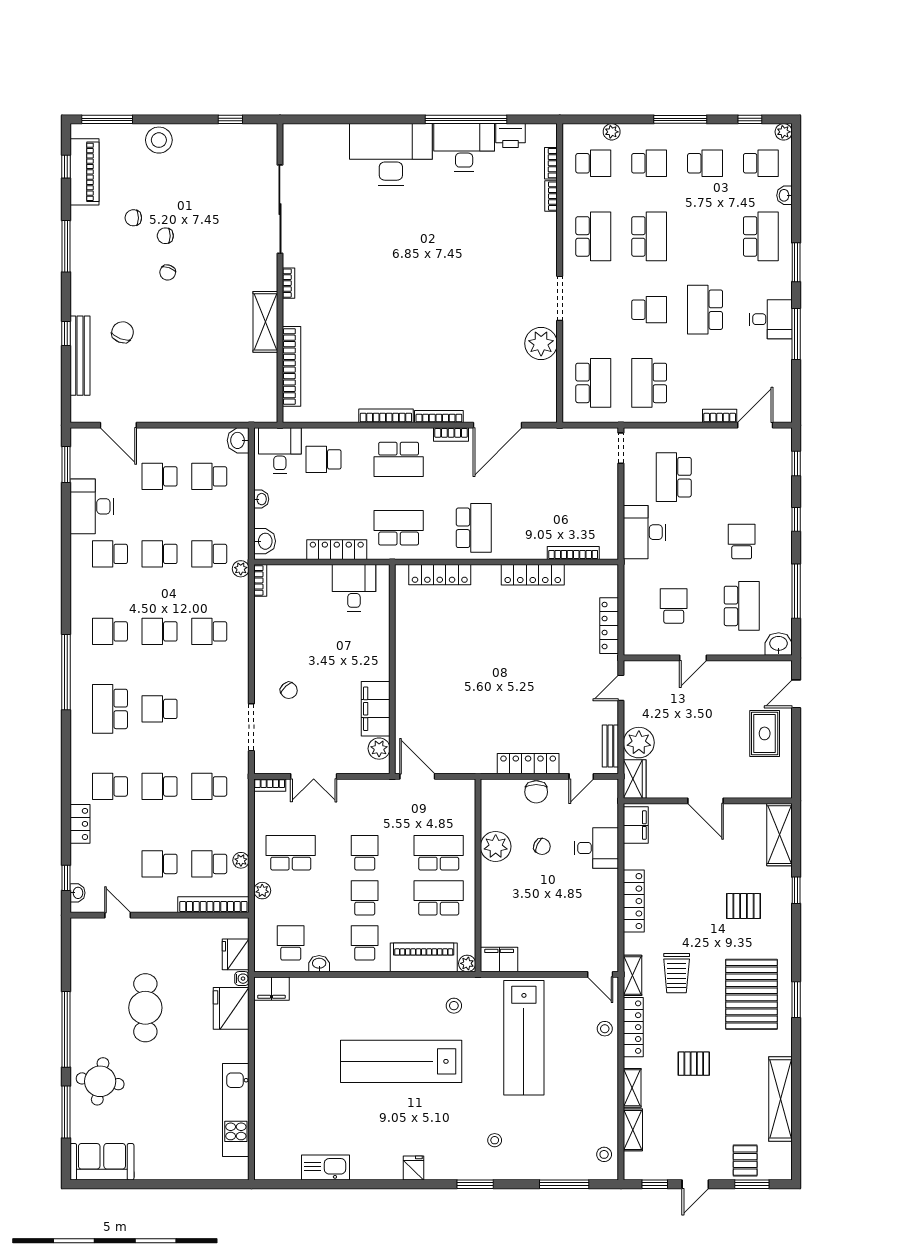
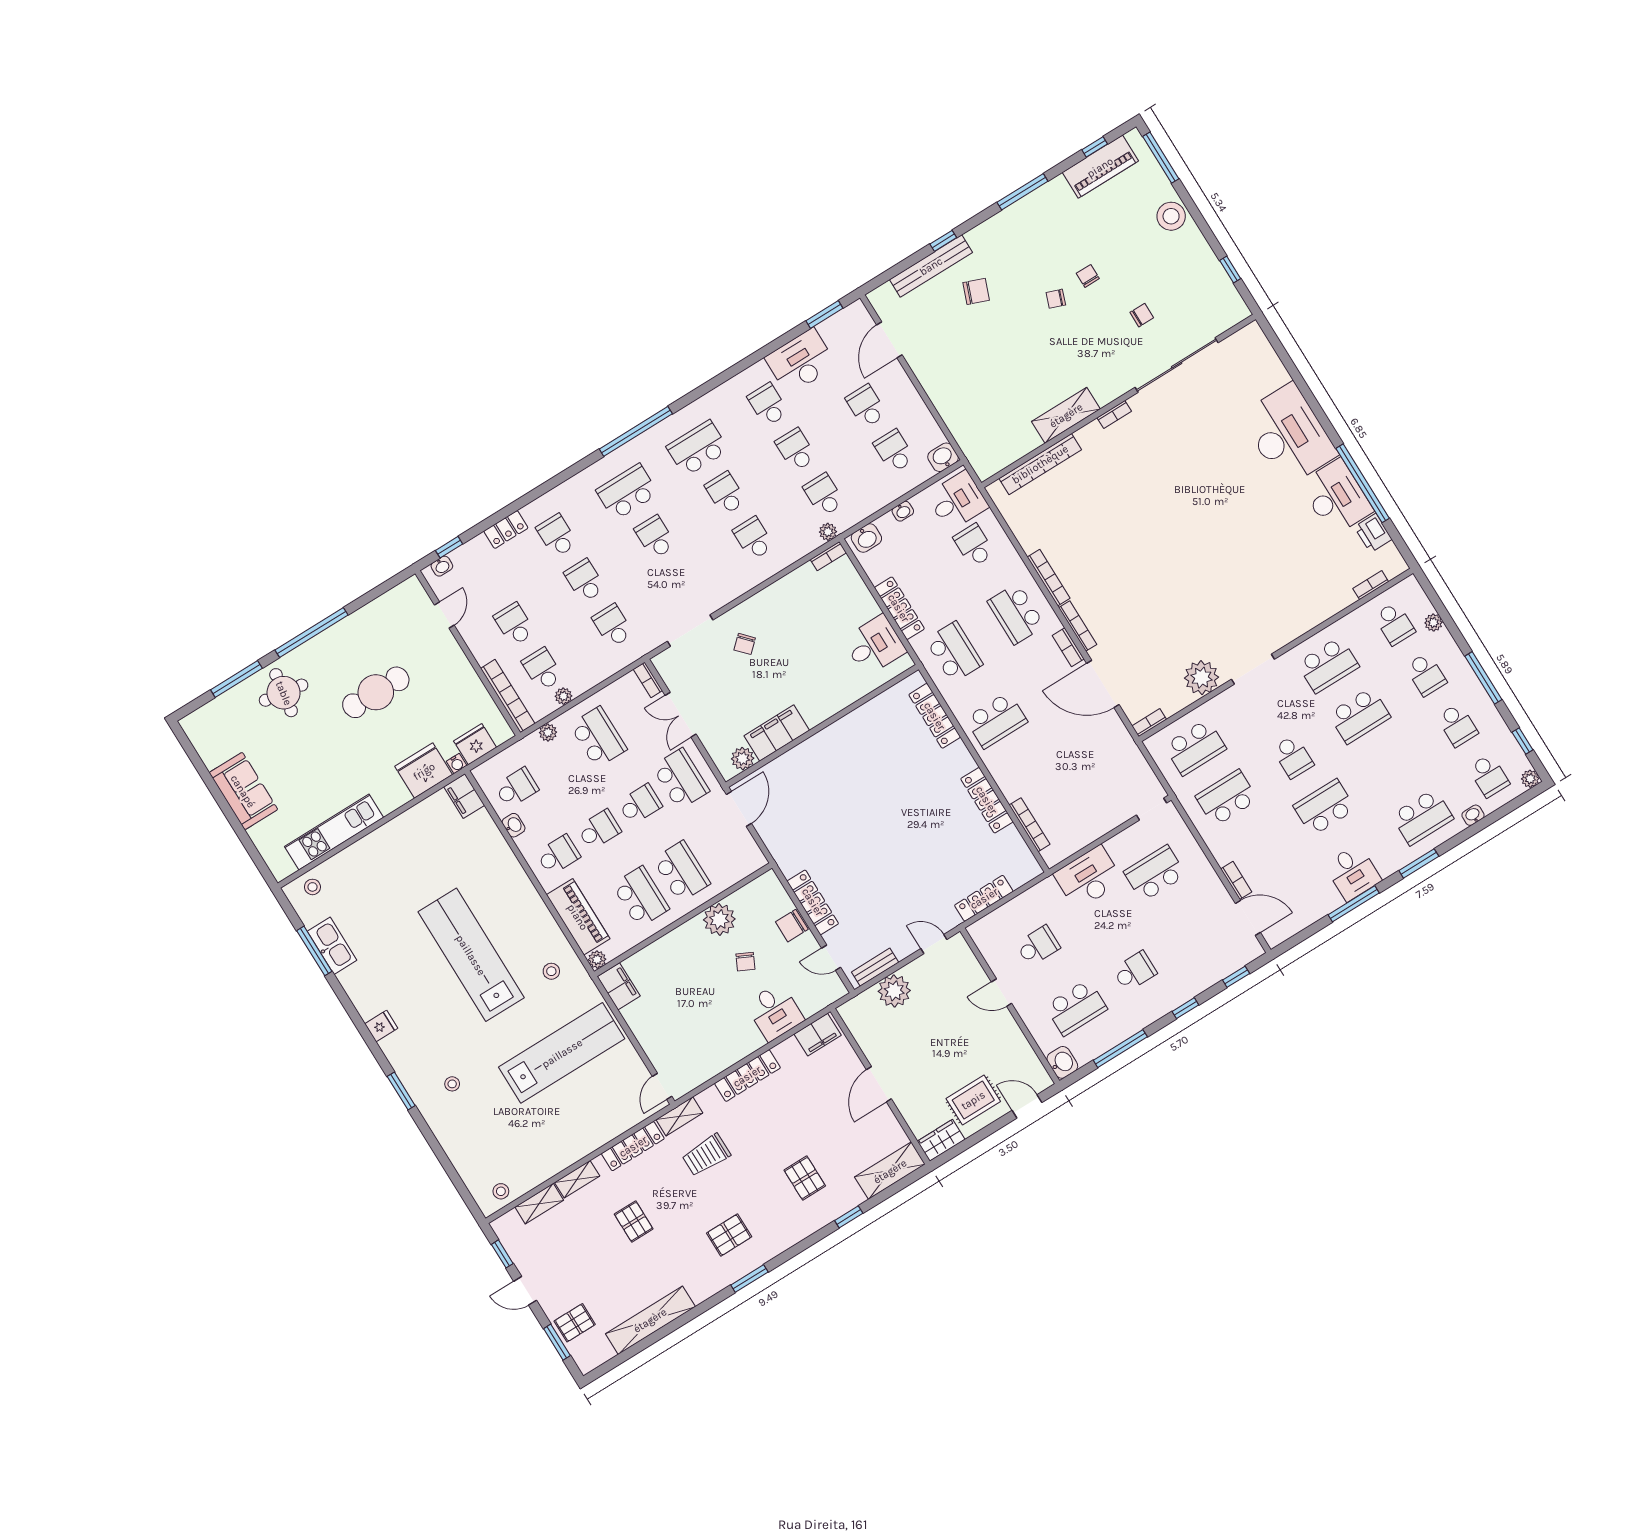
bookcase: (551, 196) -> (1149, 723), moved
chair: (133, 218) -> (1142, 315), moved, turned 90
school desk: (110, 631) -> (697, 448), width x1.85
wardrobe: (635, 779) -> (941, 1140), moved, turned 180
school desk: (365, 808) -> (681, 779), added
pallet: (751, 994) -> (729, 1235), width x0.49, depth x0.50
stool: (605, 1029) -> (312, 887), moved
lab bench: (524, 1038) -> (562, 1053), turned 180
sofa: (102, 1162) -> (243, 791), moved
window: (564, 1184) -> (314, 951), moved

